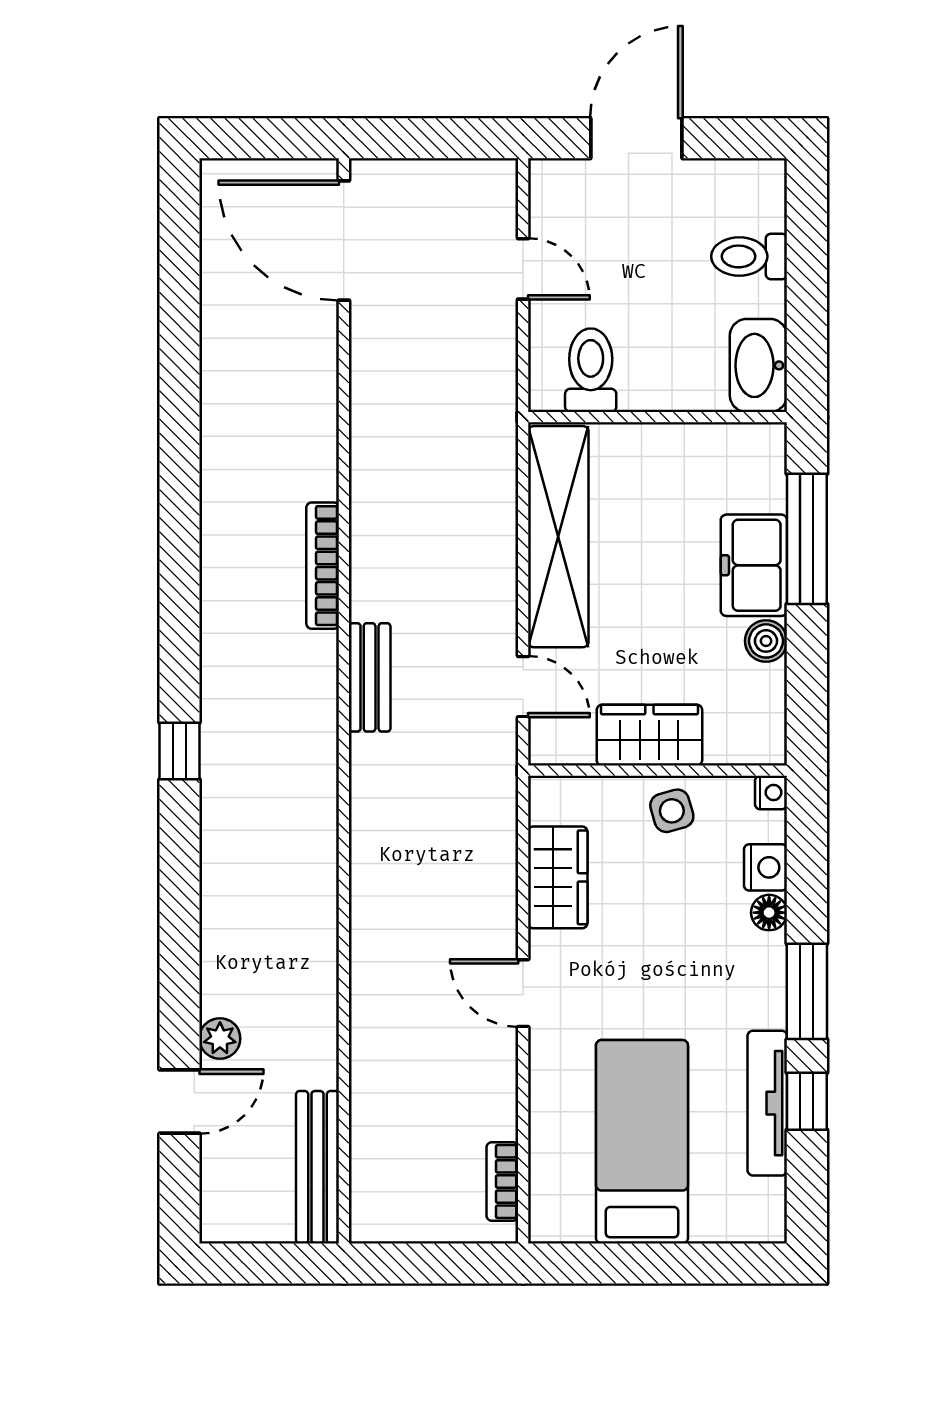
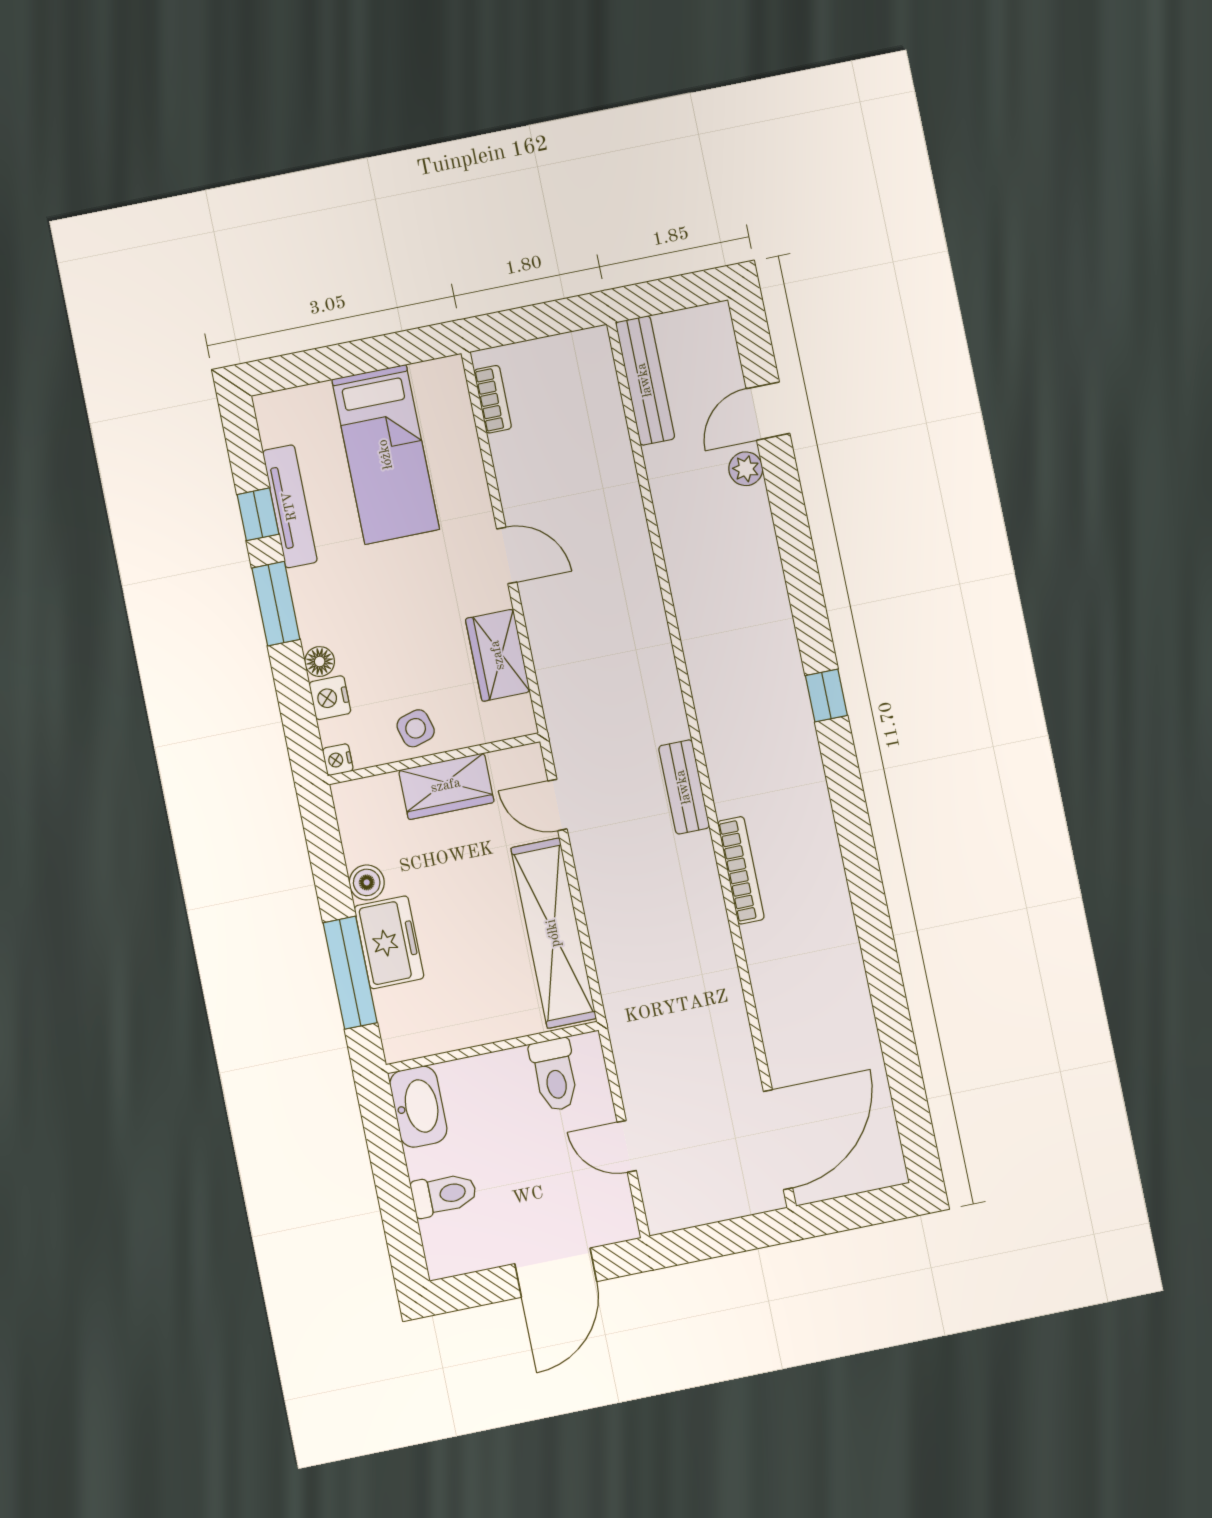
door: (344, 240) -> (778, 1140), hinge flipped

